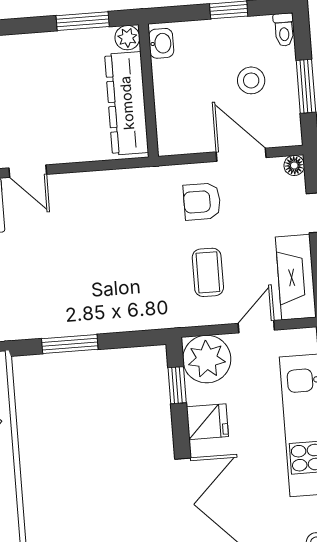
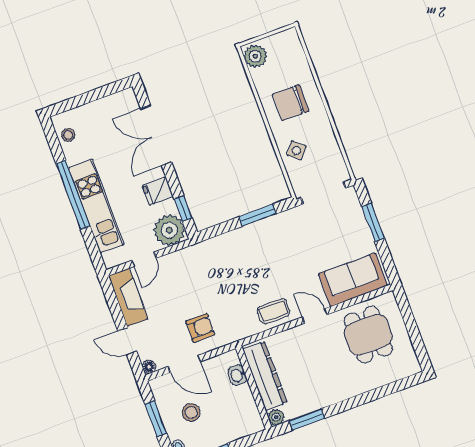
washbasin: (161, 43) -> (238, 375), moved
coffee table: (208, 272) -> (273, 311), moved, turned 90

